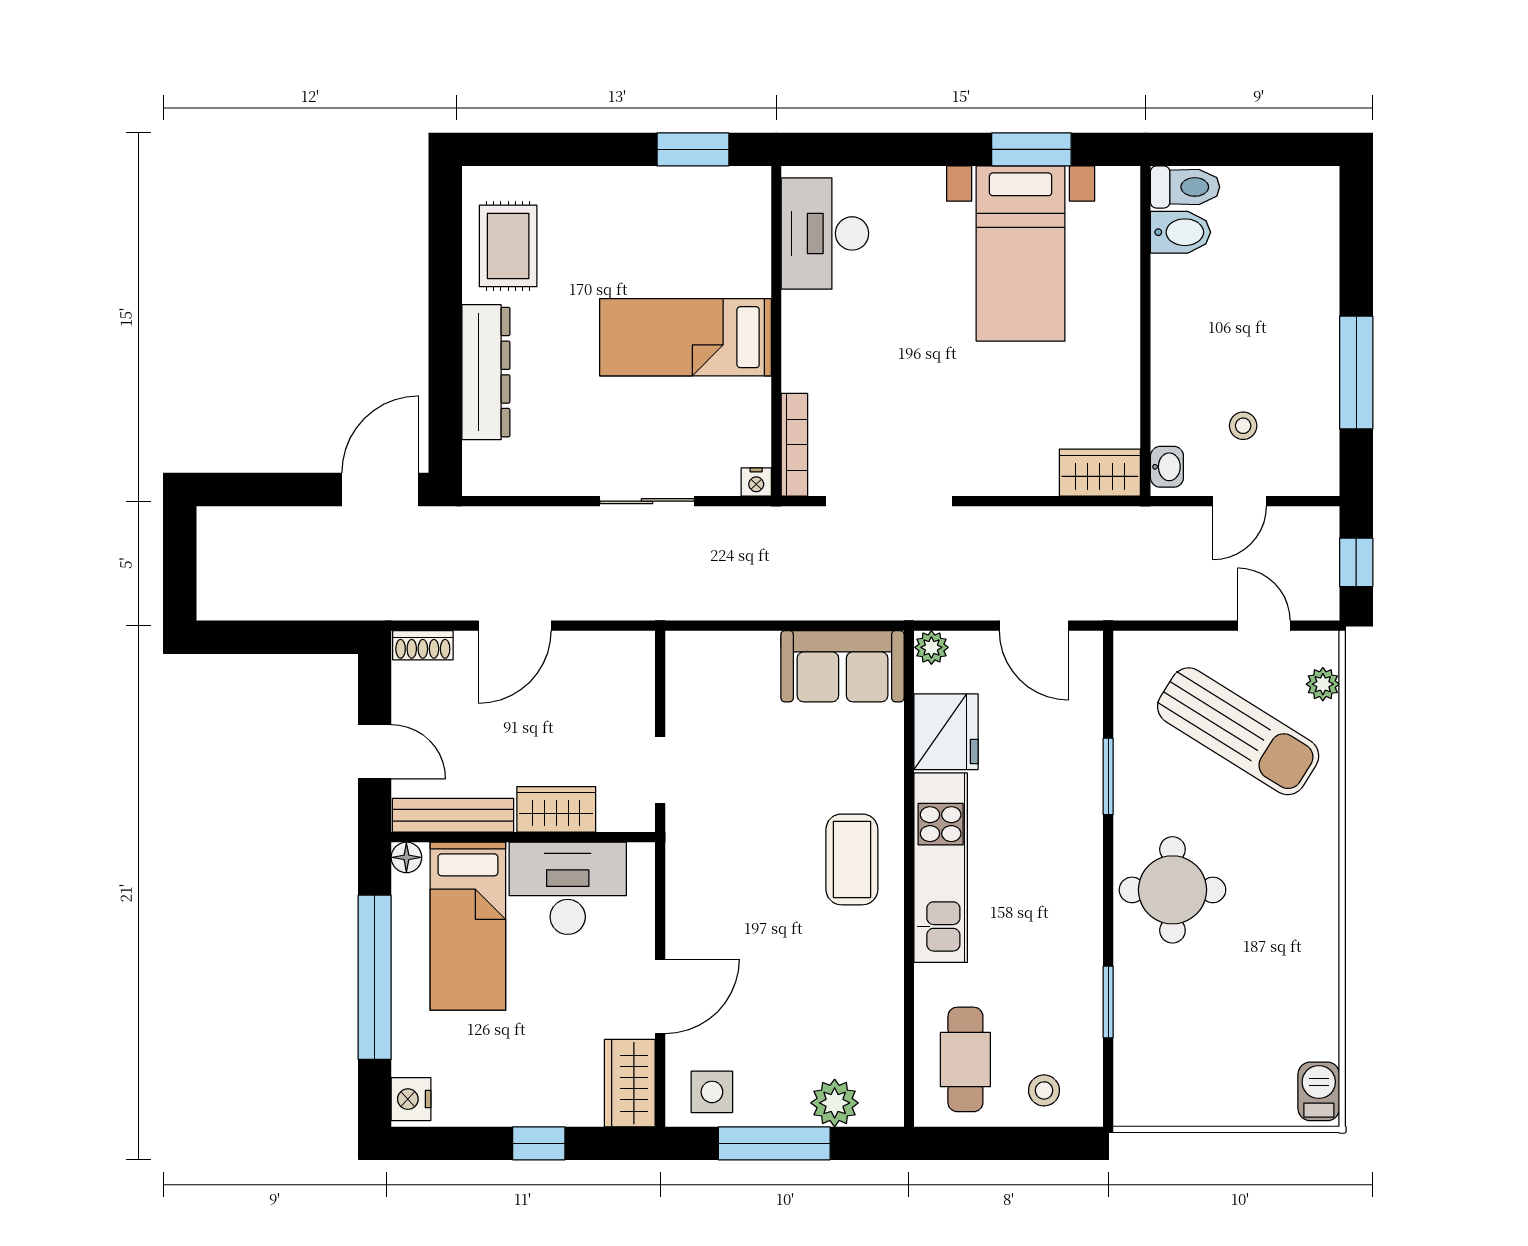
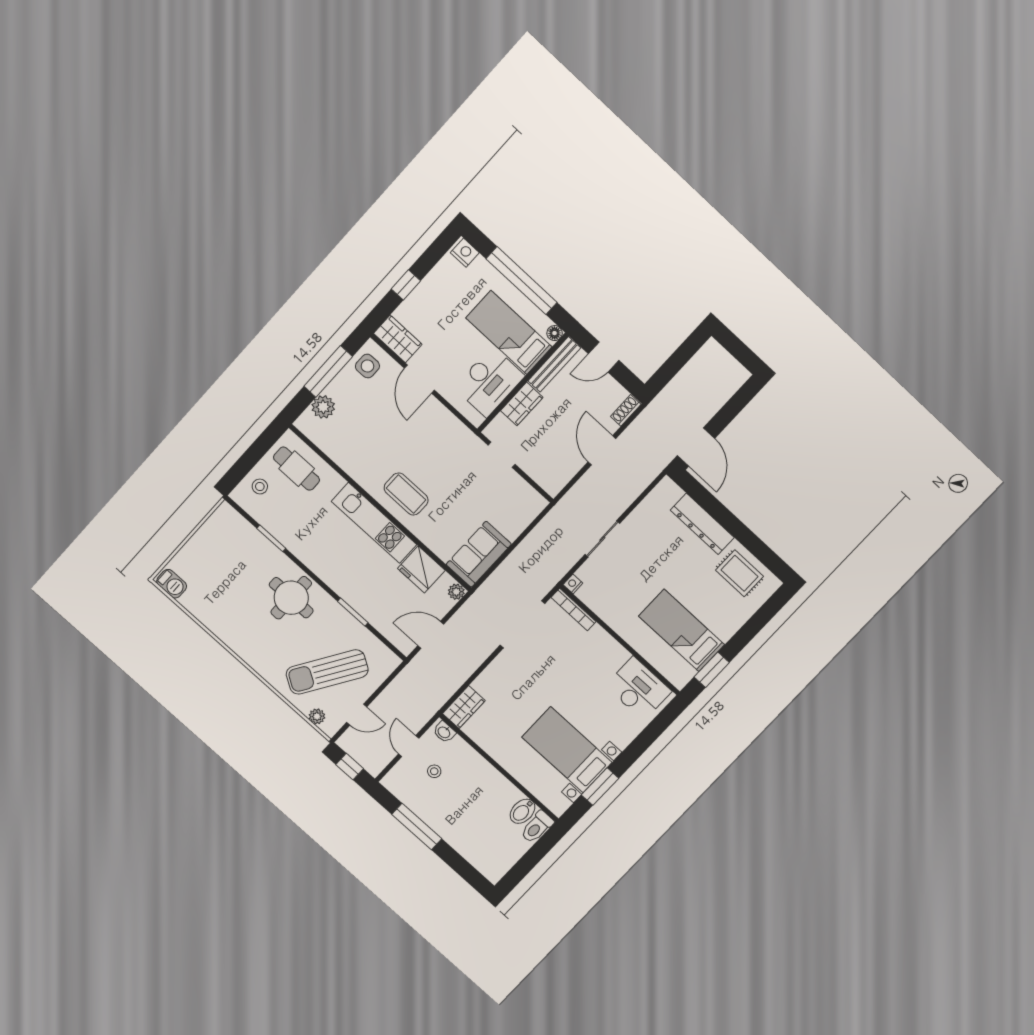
bed: (685, 337) -> (681, 630), moved, turned -90

